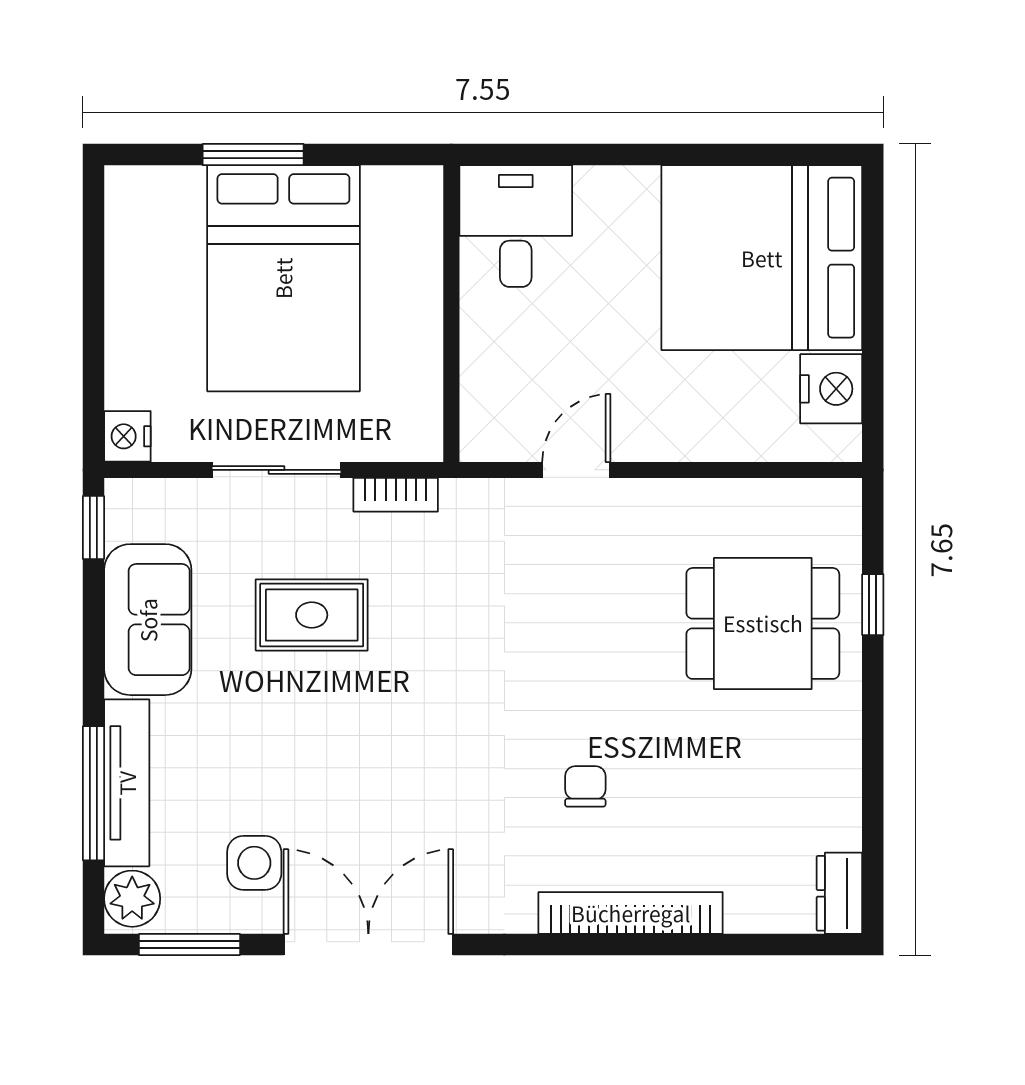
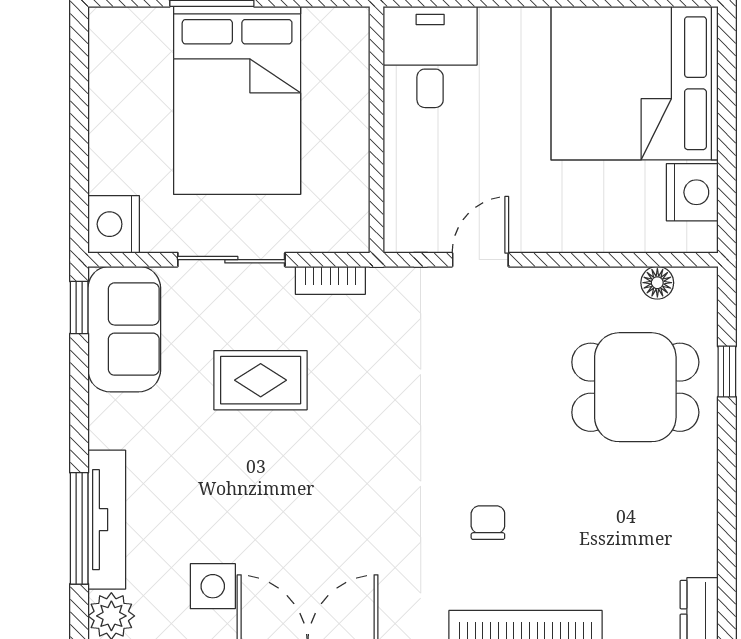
nightstand: (127, 436) -> (114, 224), width x1.36, depth x1.33
floor lamp: (789, 498) -> (657, 283), added
sofa: (148, 620) -> (124, 329), moved

